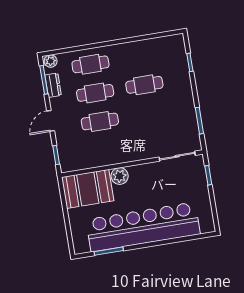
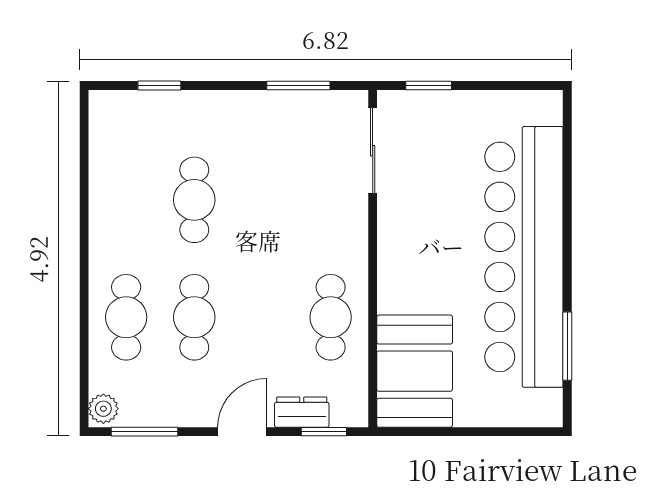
dresser: (53, 85) -> (302, 412), moved
door: (51, 121) -> (242, 432), swing flipped
cafe table: (100, 121) -> (331, 317), moved
plant: (120, 176) -> (397, 292), removed

